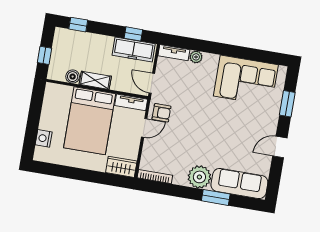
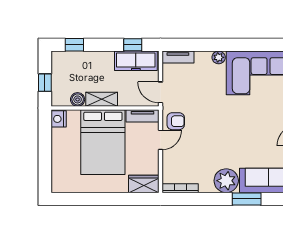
plant: (196, 57) -> (219, 57), moved
nightstand: (44, 138) -> (59, 119), moved

